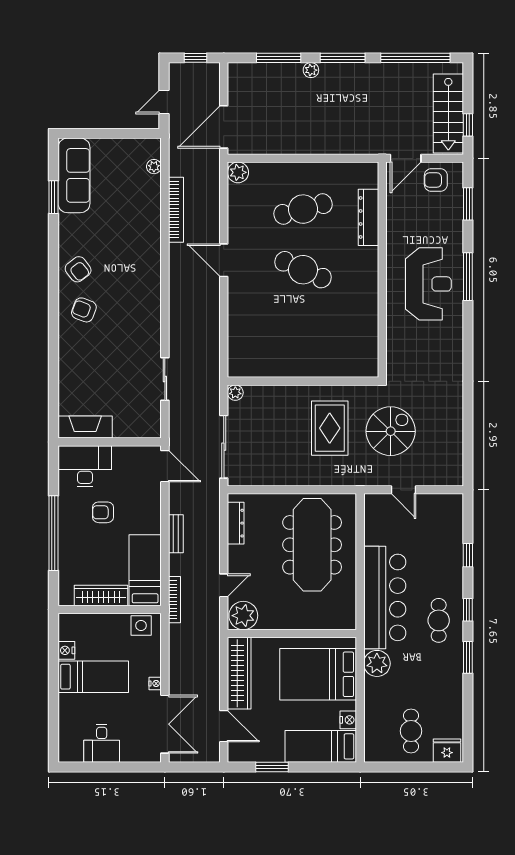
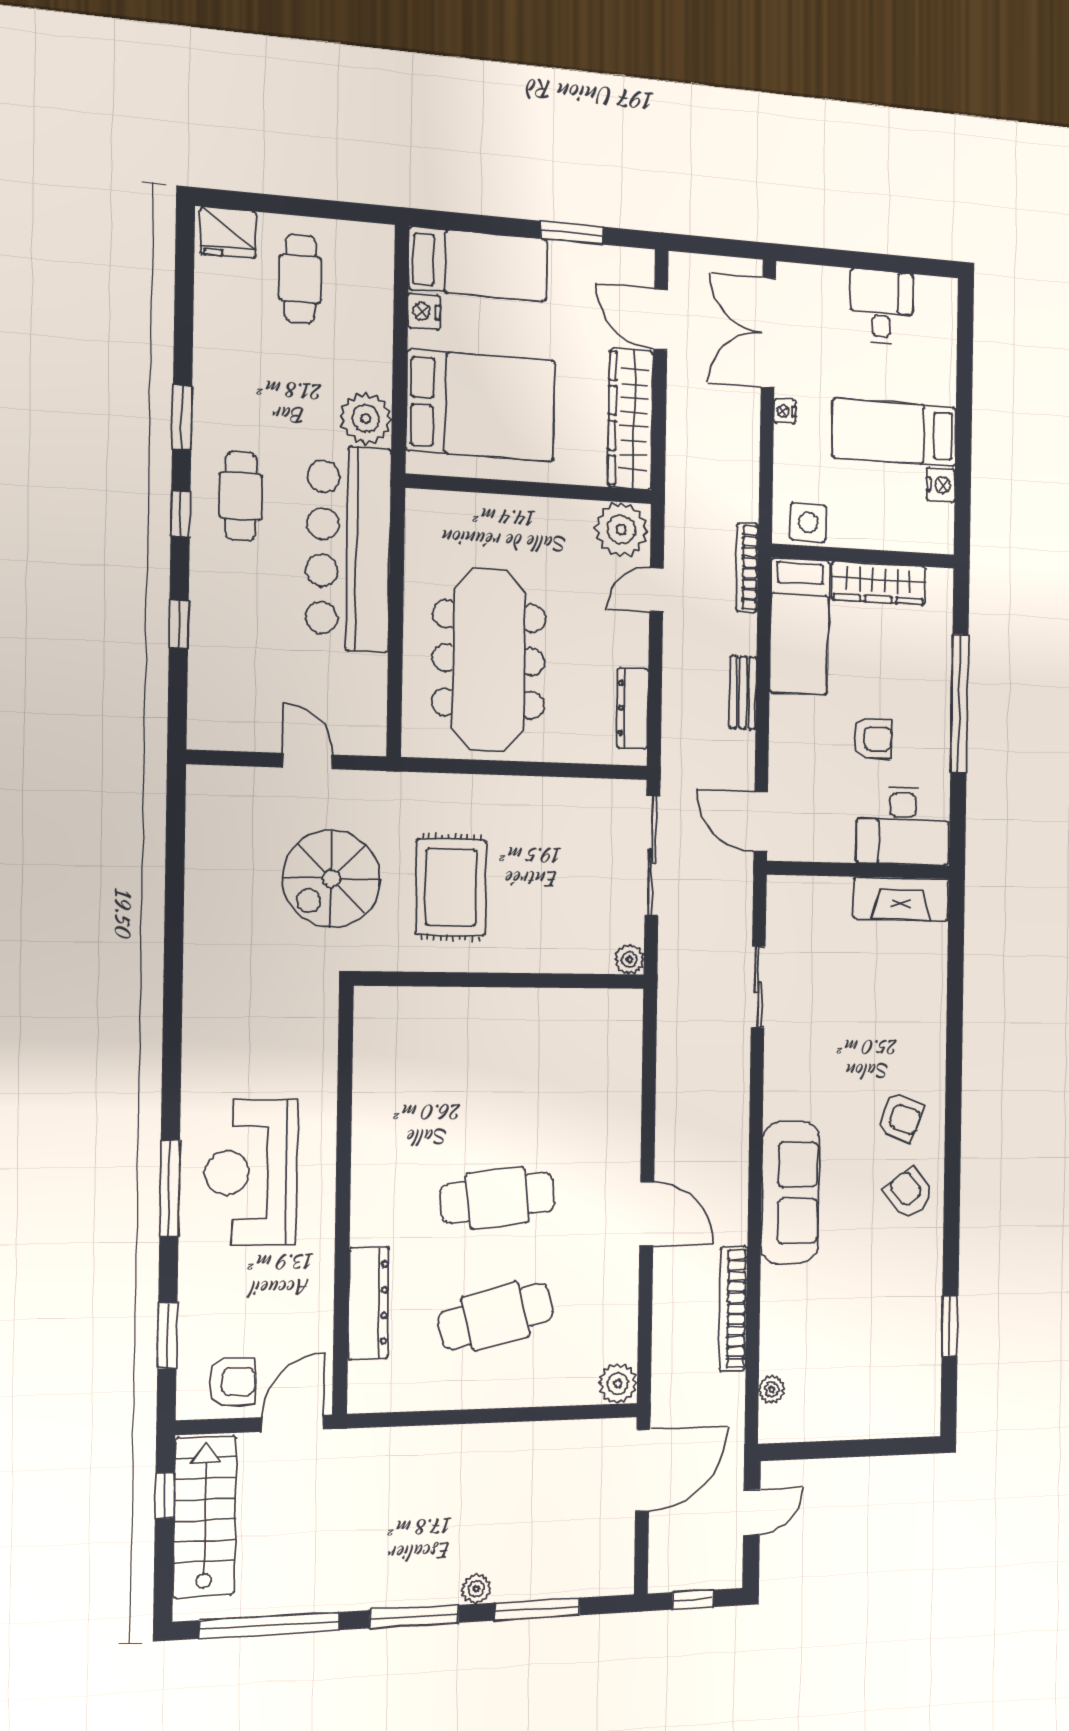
sofa: (74, 175) -> (790, 1193), moved, turned 180
cafe table: (303, 270) -> (498, 1198), turned -30

